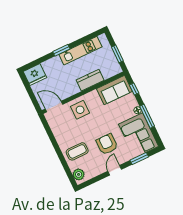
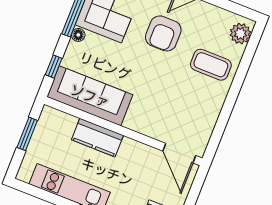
sofa: (114, 90) -> (90, 96), width x1.36
side table: (80, 110) -> (151, 114), removed

